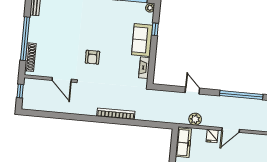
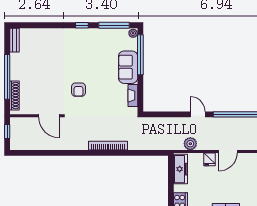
window: (155, 29) -> (140, 55), width x3.17
door: (192, 90) -> (198, 114), moved

